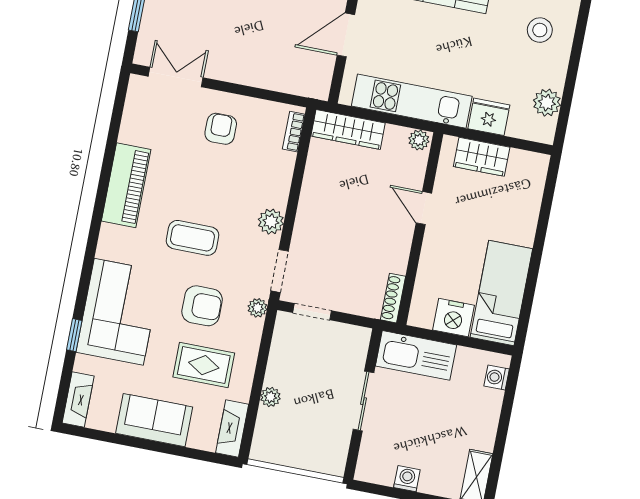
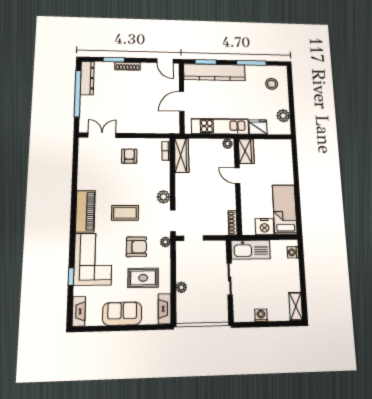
wardrobe: (348, 129) -> (182, 155), moved, turned -90
wardrobe: (482, 157) -> (246, 151), moved, turned -90
piano: (126, 185) -> (85, 211), moved

